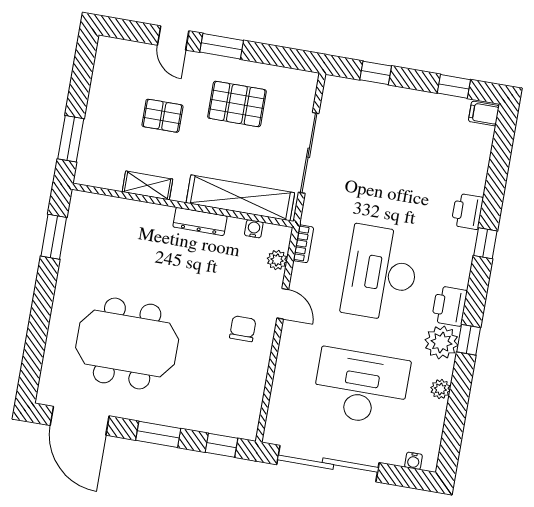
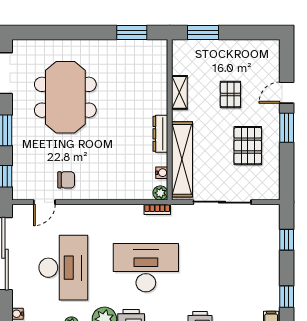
plant: (277, 260) -> (160, 193), moved
door: (283, 304) -> (44, 202), moved
chair: (243, 329) -> (66, 180), moved

